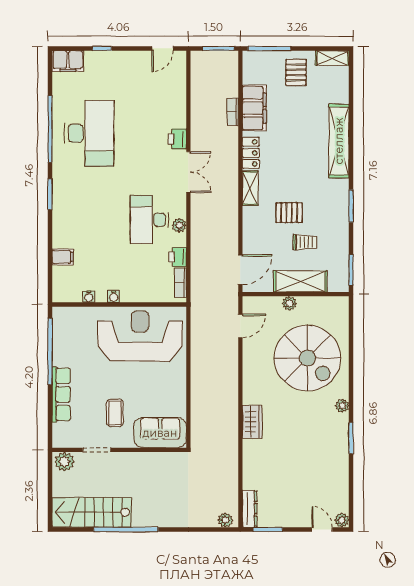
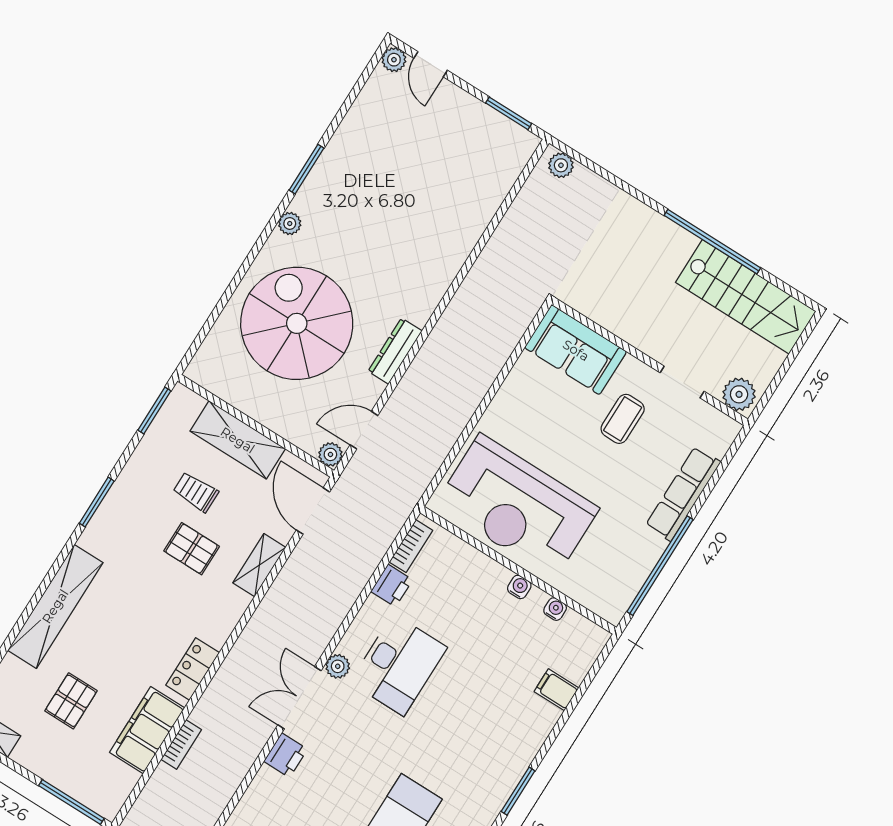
pallet: (296, 72) -> (71, 701), moved
shelving: (250, 188) -> (259, 565), moved
plant: (179, 225) -> (338, 666), moved
door: (240, 270) -> (313, 511), hinge flipped
plant: (289, 303) -> (330, 454), moved
wardrobe: (252, 422) -> (434, 282), removed
dresser: (250, 509) -> (395, 351), moved

